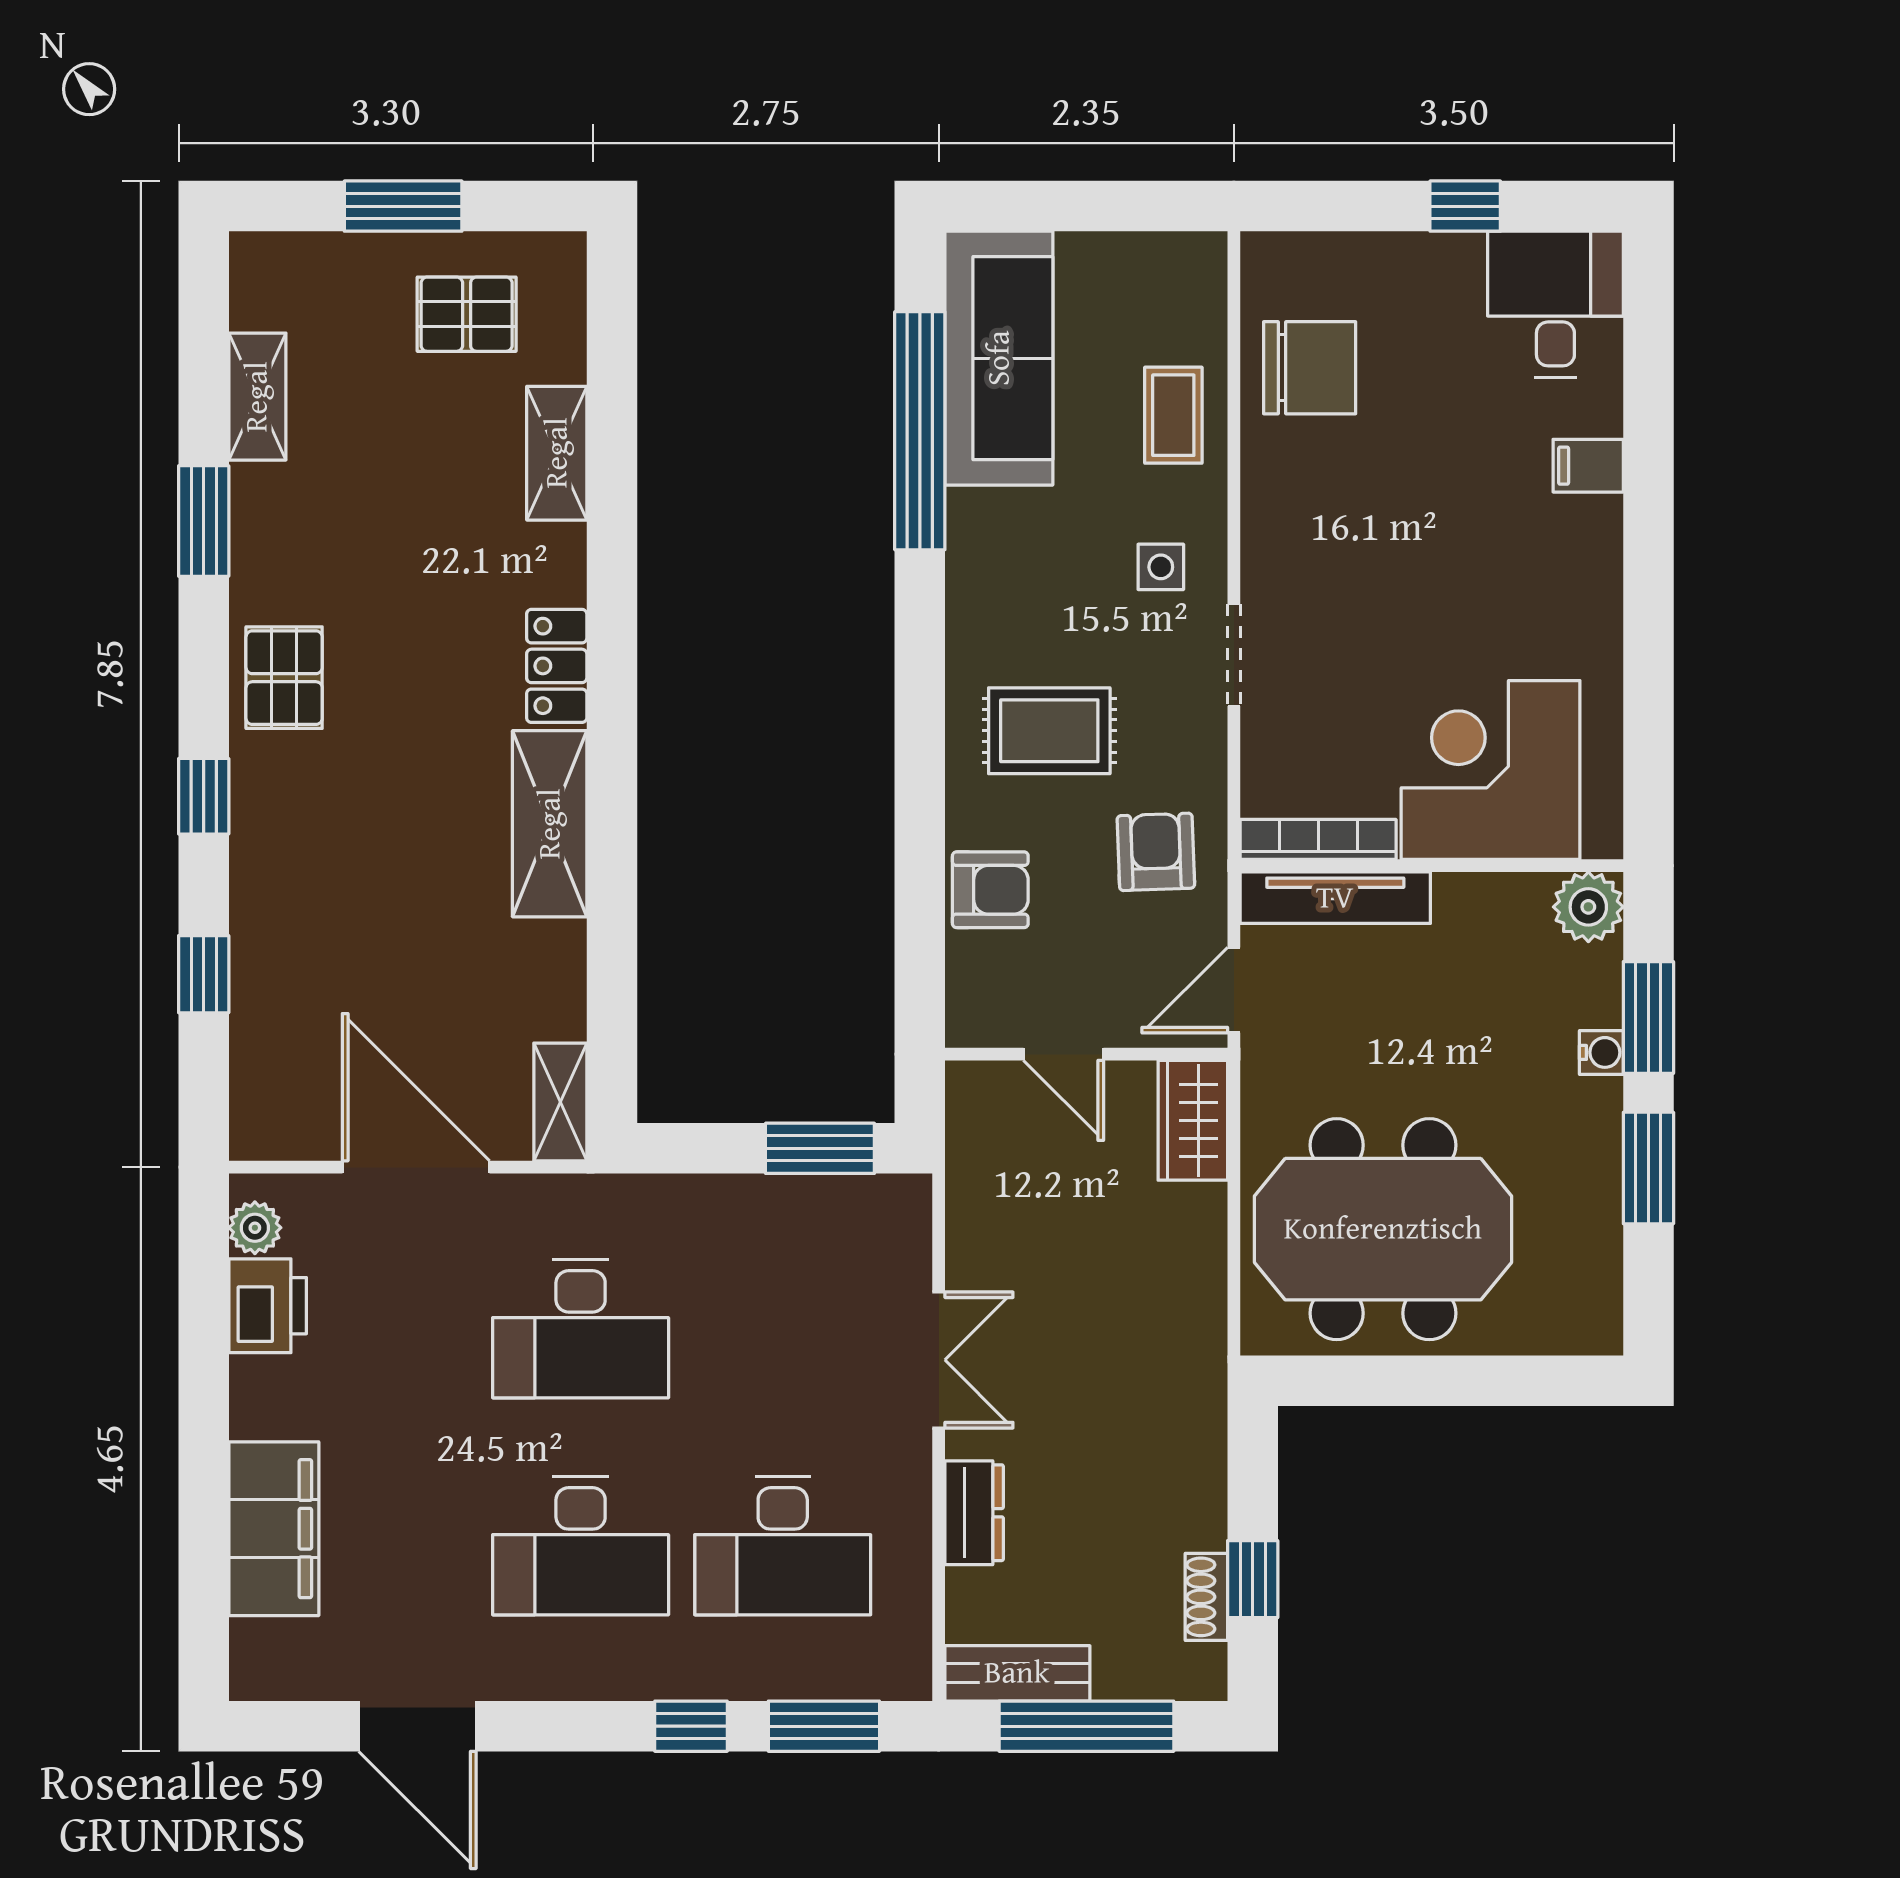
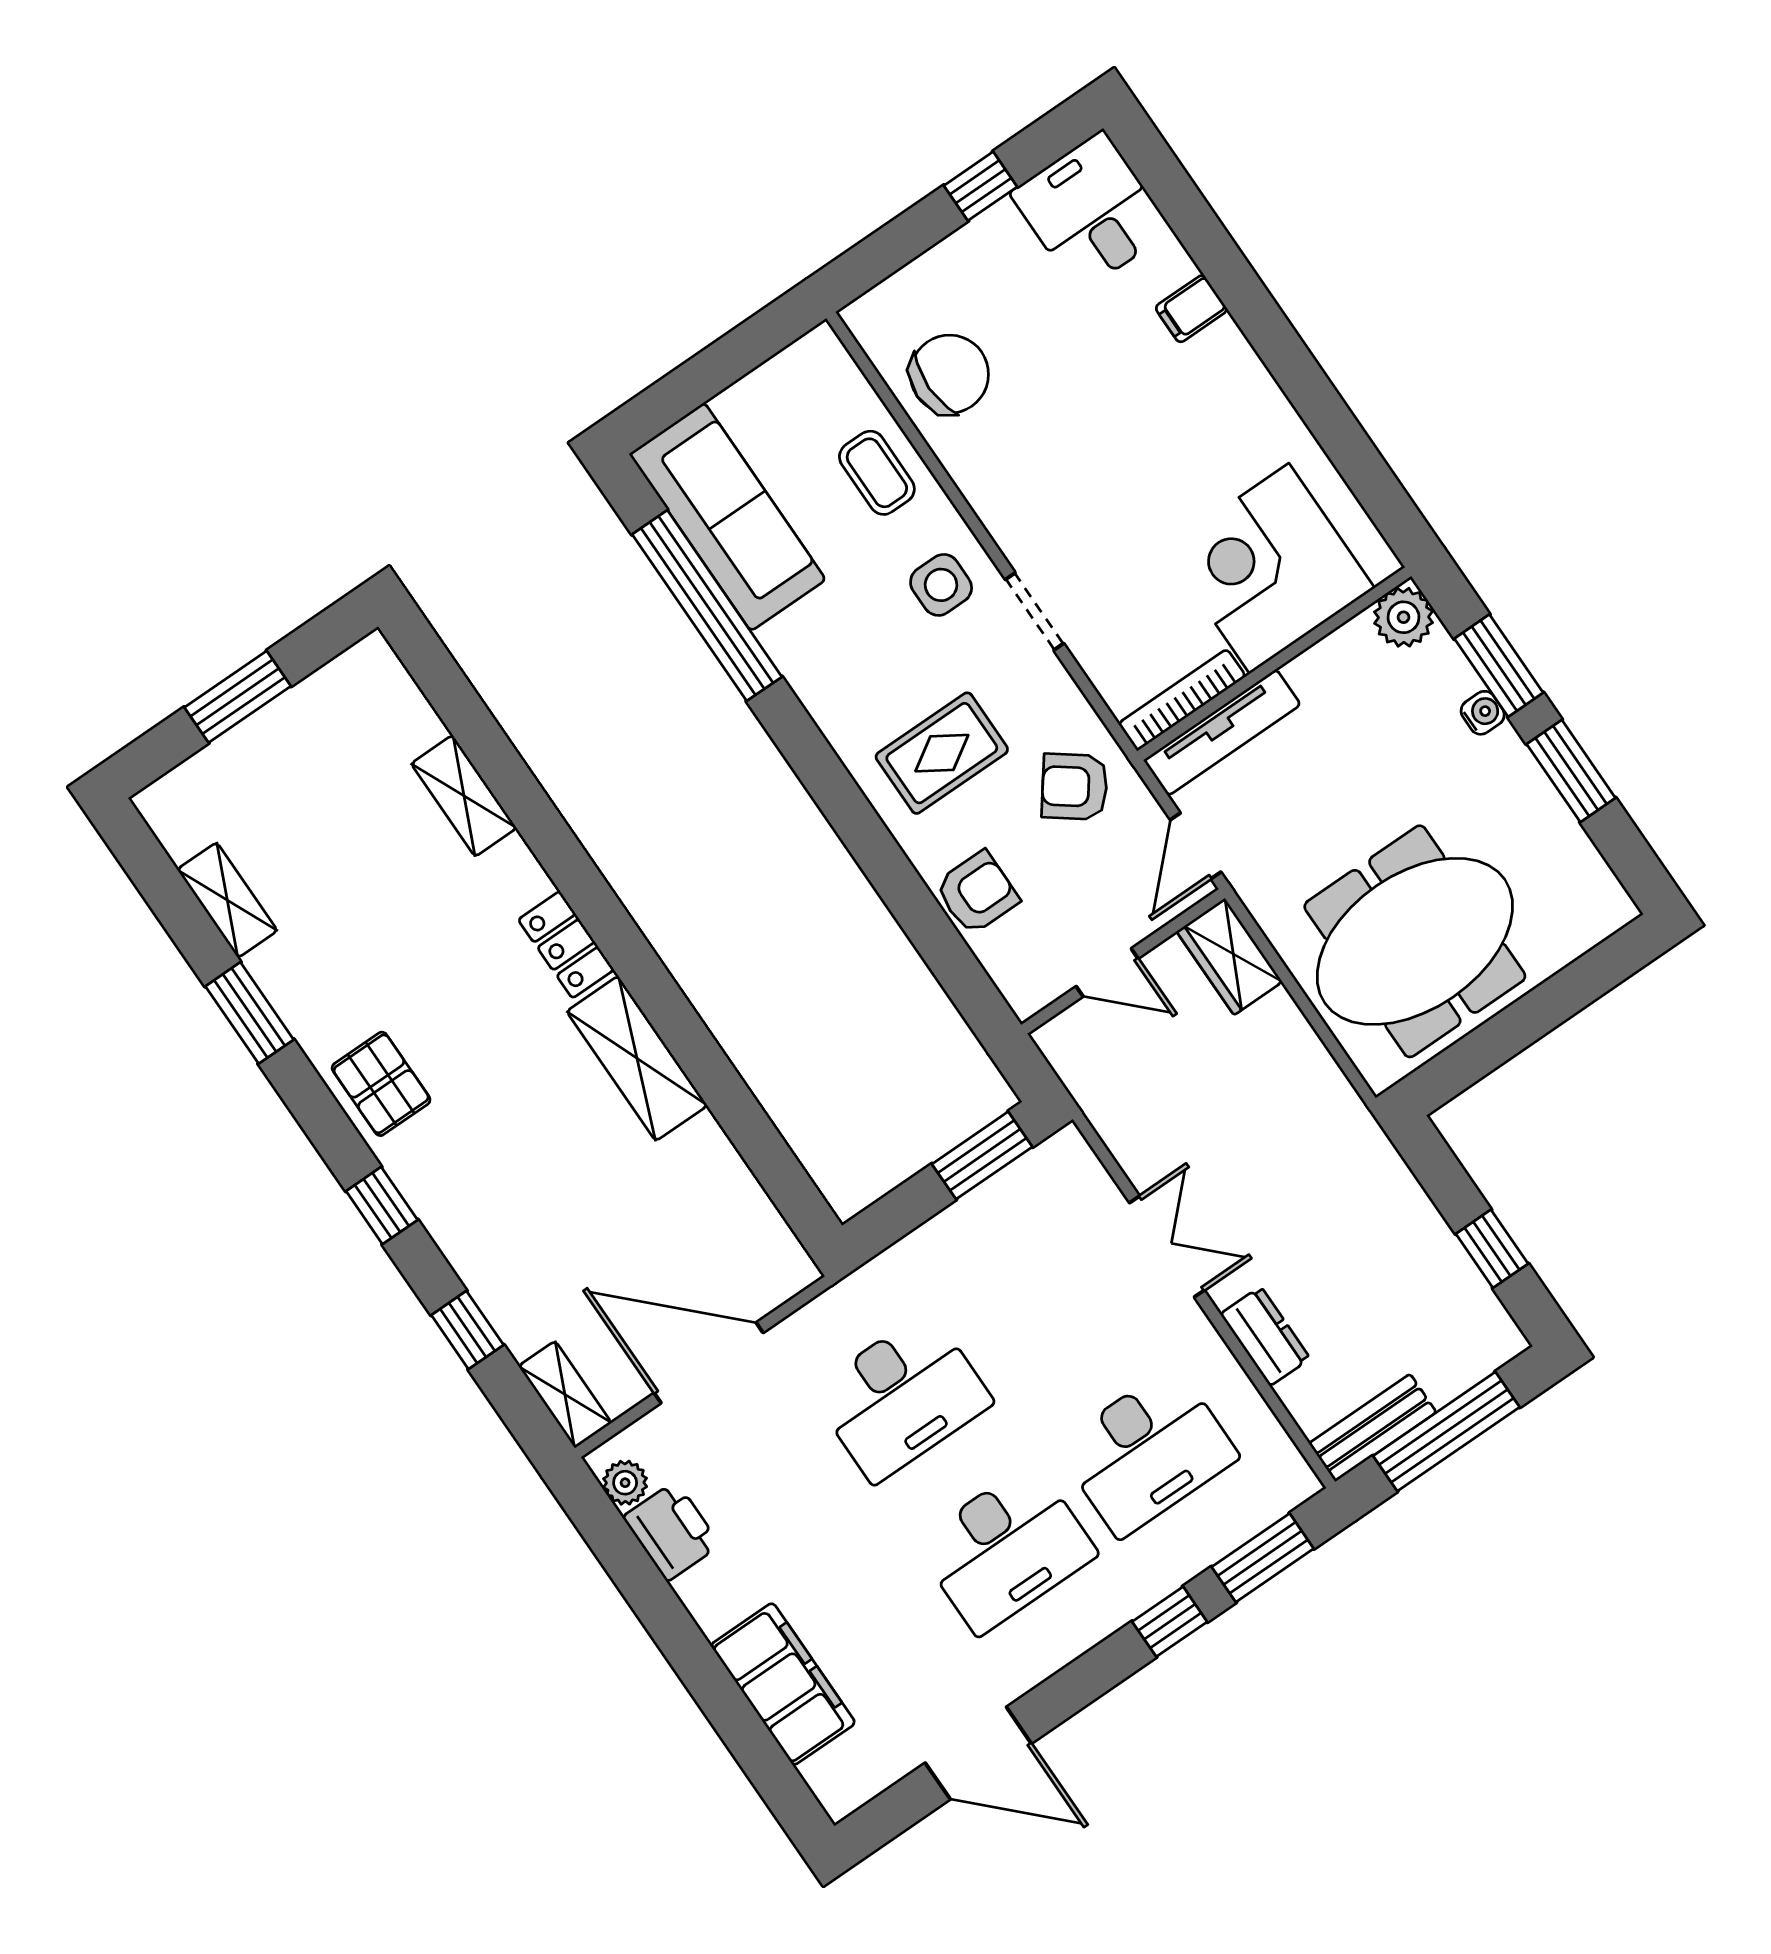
pallet: (467, 314) -> (334, 742), removed
side table: (1161, 567) -> (941, 585), width x1.37, depth x1.37
armchair: (1156, 852) -> (1075, 787), turned -51
shelving: (560, 1102) -> (565, 1394), moved
shoe rack: (1206, 1597) -> (1468, 1283), removed

